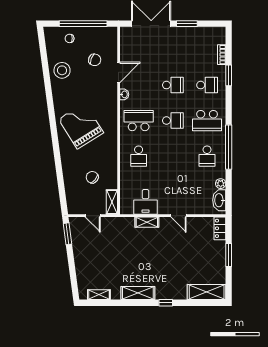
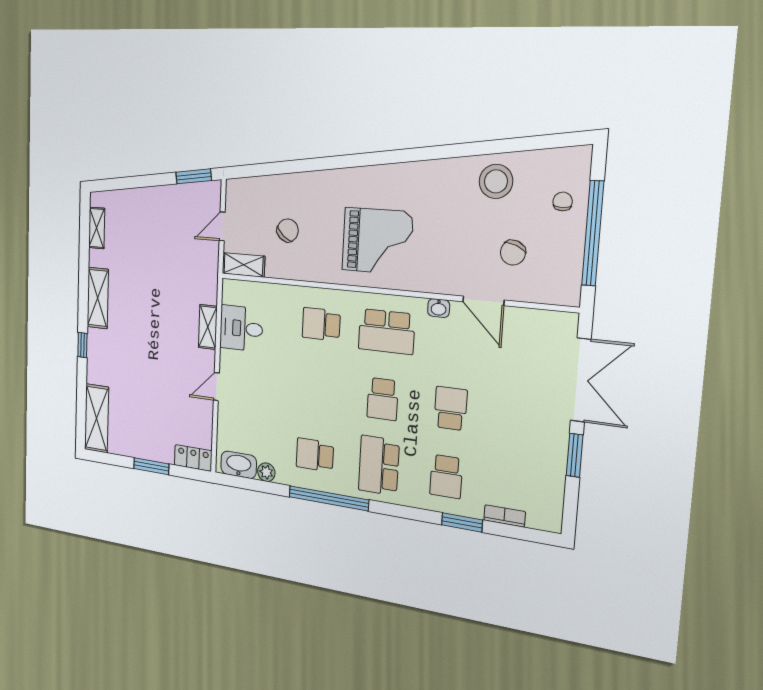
school desk: (173, 85) -> (451, 408), turned 180
school desk: (139, 121) -> (386, 332), turned 90
grand piano: (81, 126) -> (377, 241), moved, turned 32

